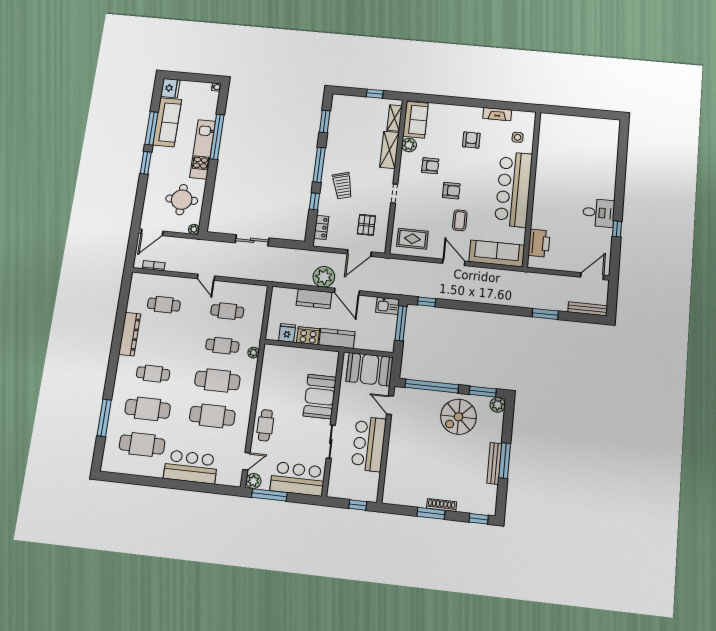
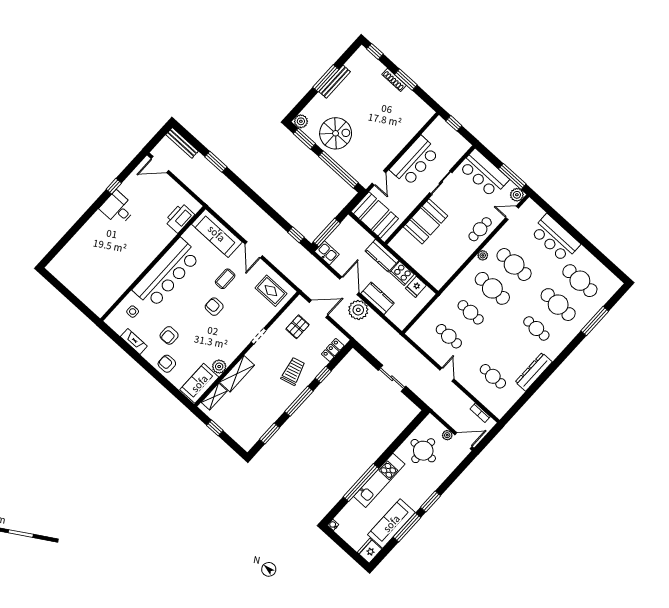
armchair: (430, 166) -> (167, 364), moved
plant: (194, 229) -> (447, 435), moved
plant: (253, 353) -> (483, 255), moved

